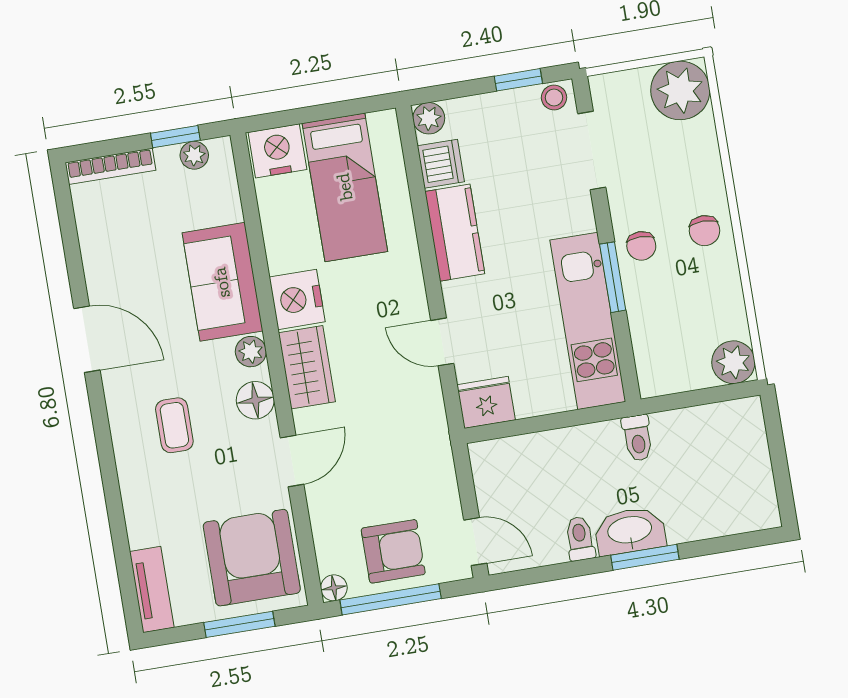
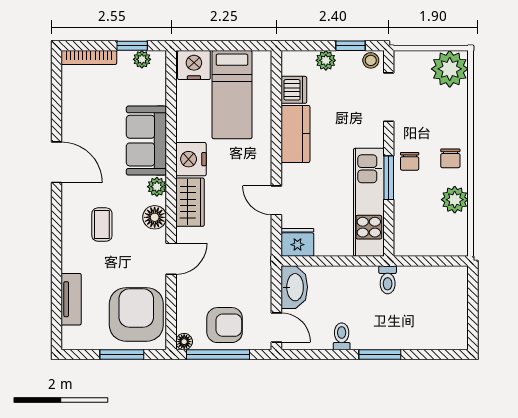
plant: (429, 118) -> (326, 60), moved
plant: (733, 362) -> (455, 200), moved
washbasin: (630, 531) -> (294, 287), moved, turned 90
tv unit: (152, 590) -> (71, 299), moved

